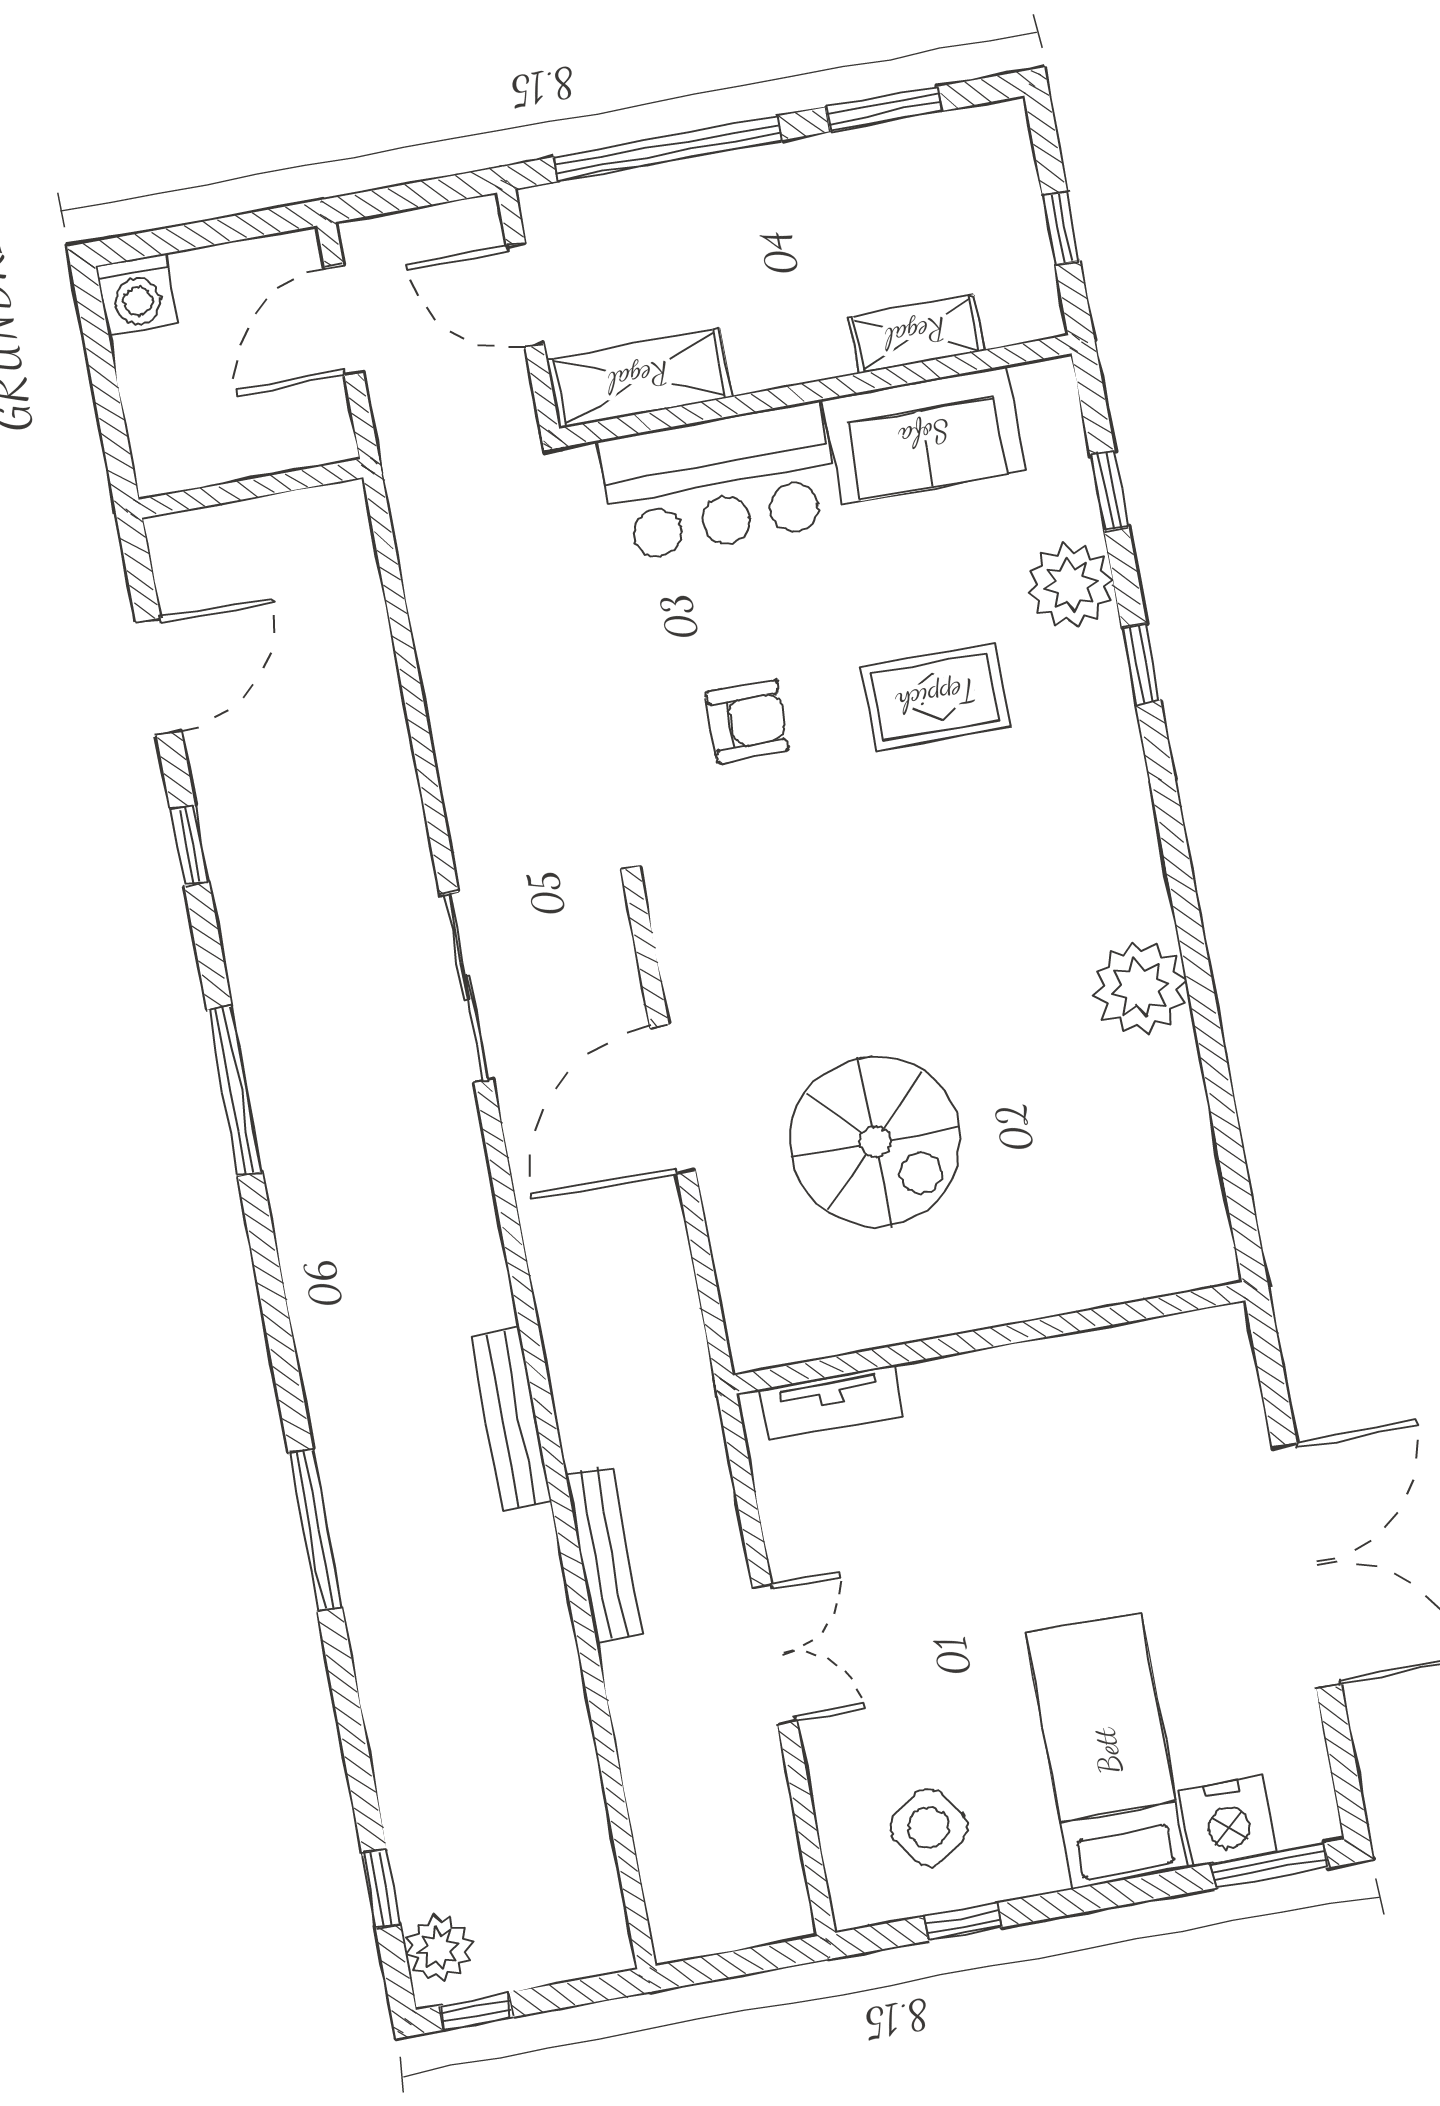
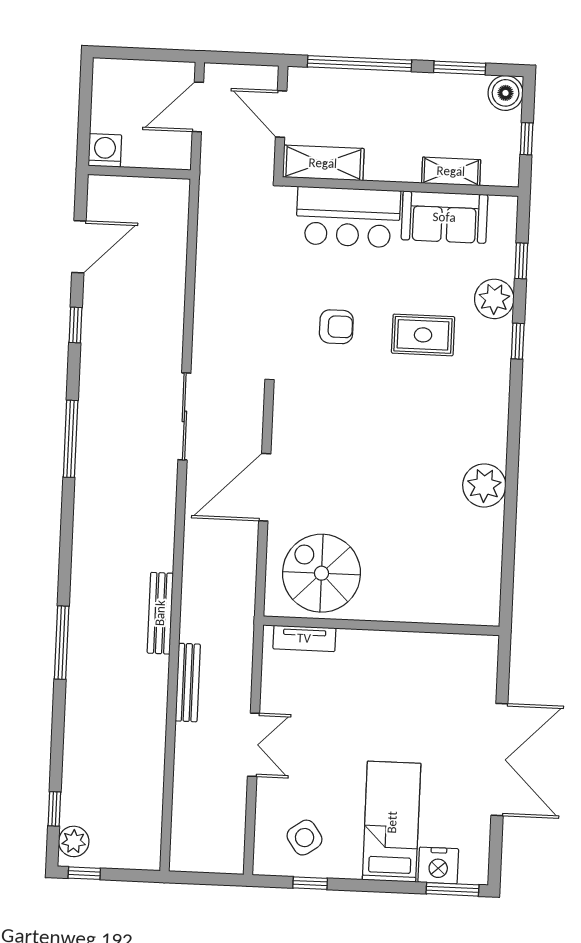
boiler: (994, 140) -> (506, 93), added
washing machine: (137, 295) -> (105, 150), moved, turned 180
spiral stairs: (875, 1142) -> (321, 573), moved, turned 180

